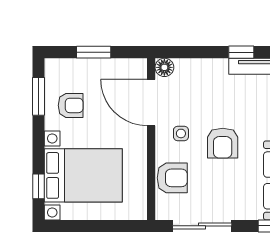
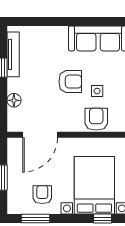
floor lamp: (164, 67) -> (14, 100), moved
side table: (181, 133) -> (97, 91), moved

